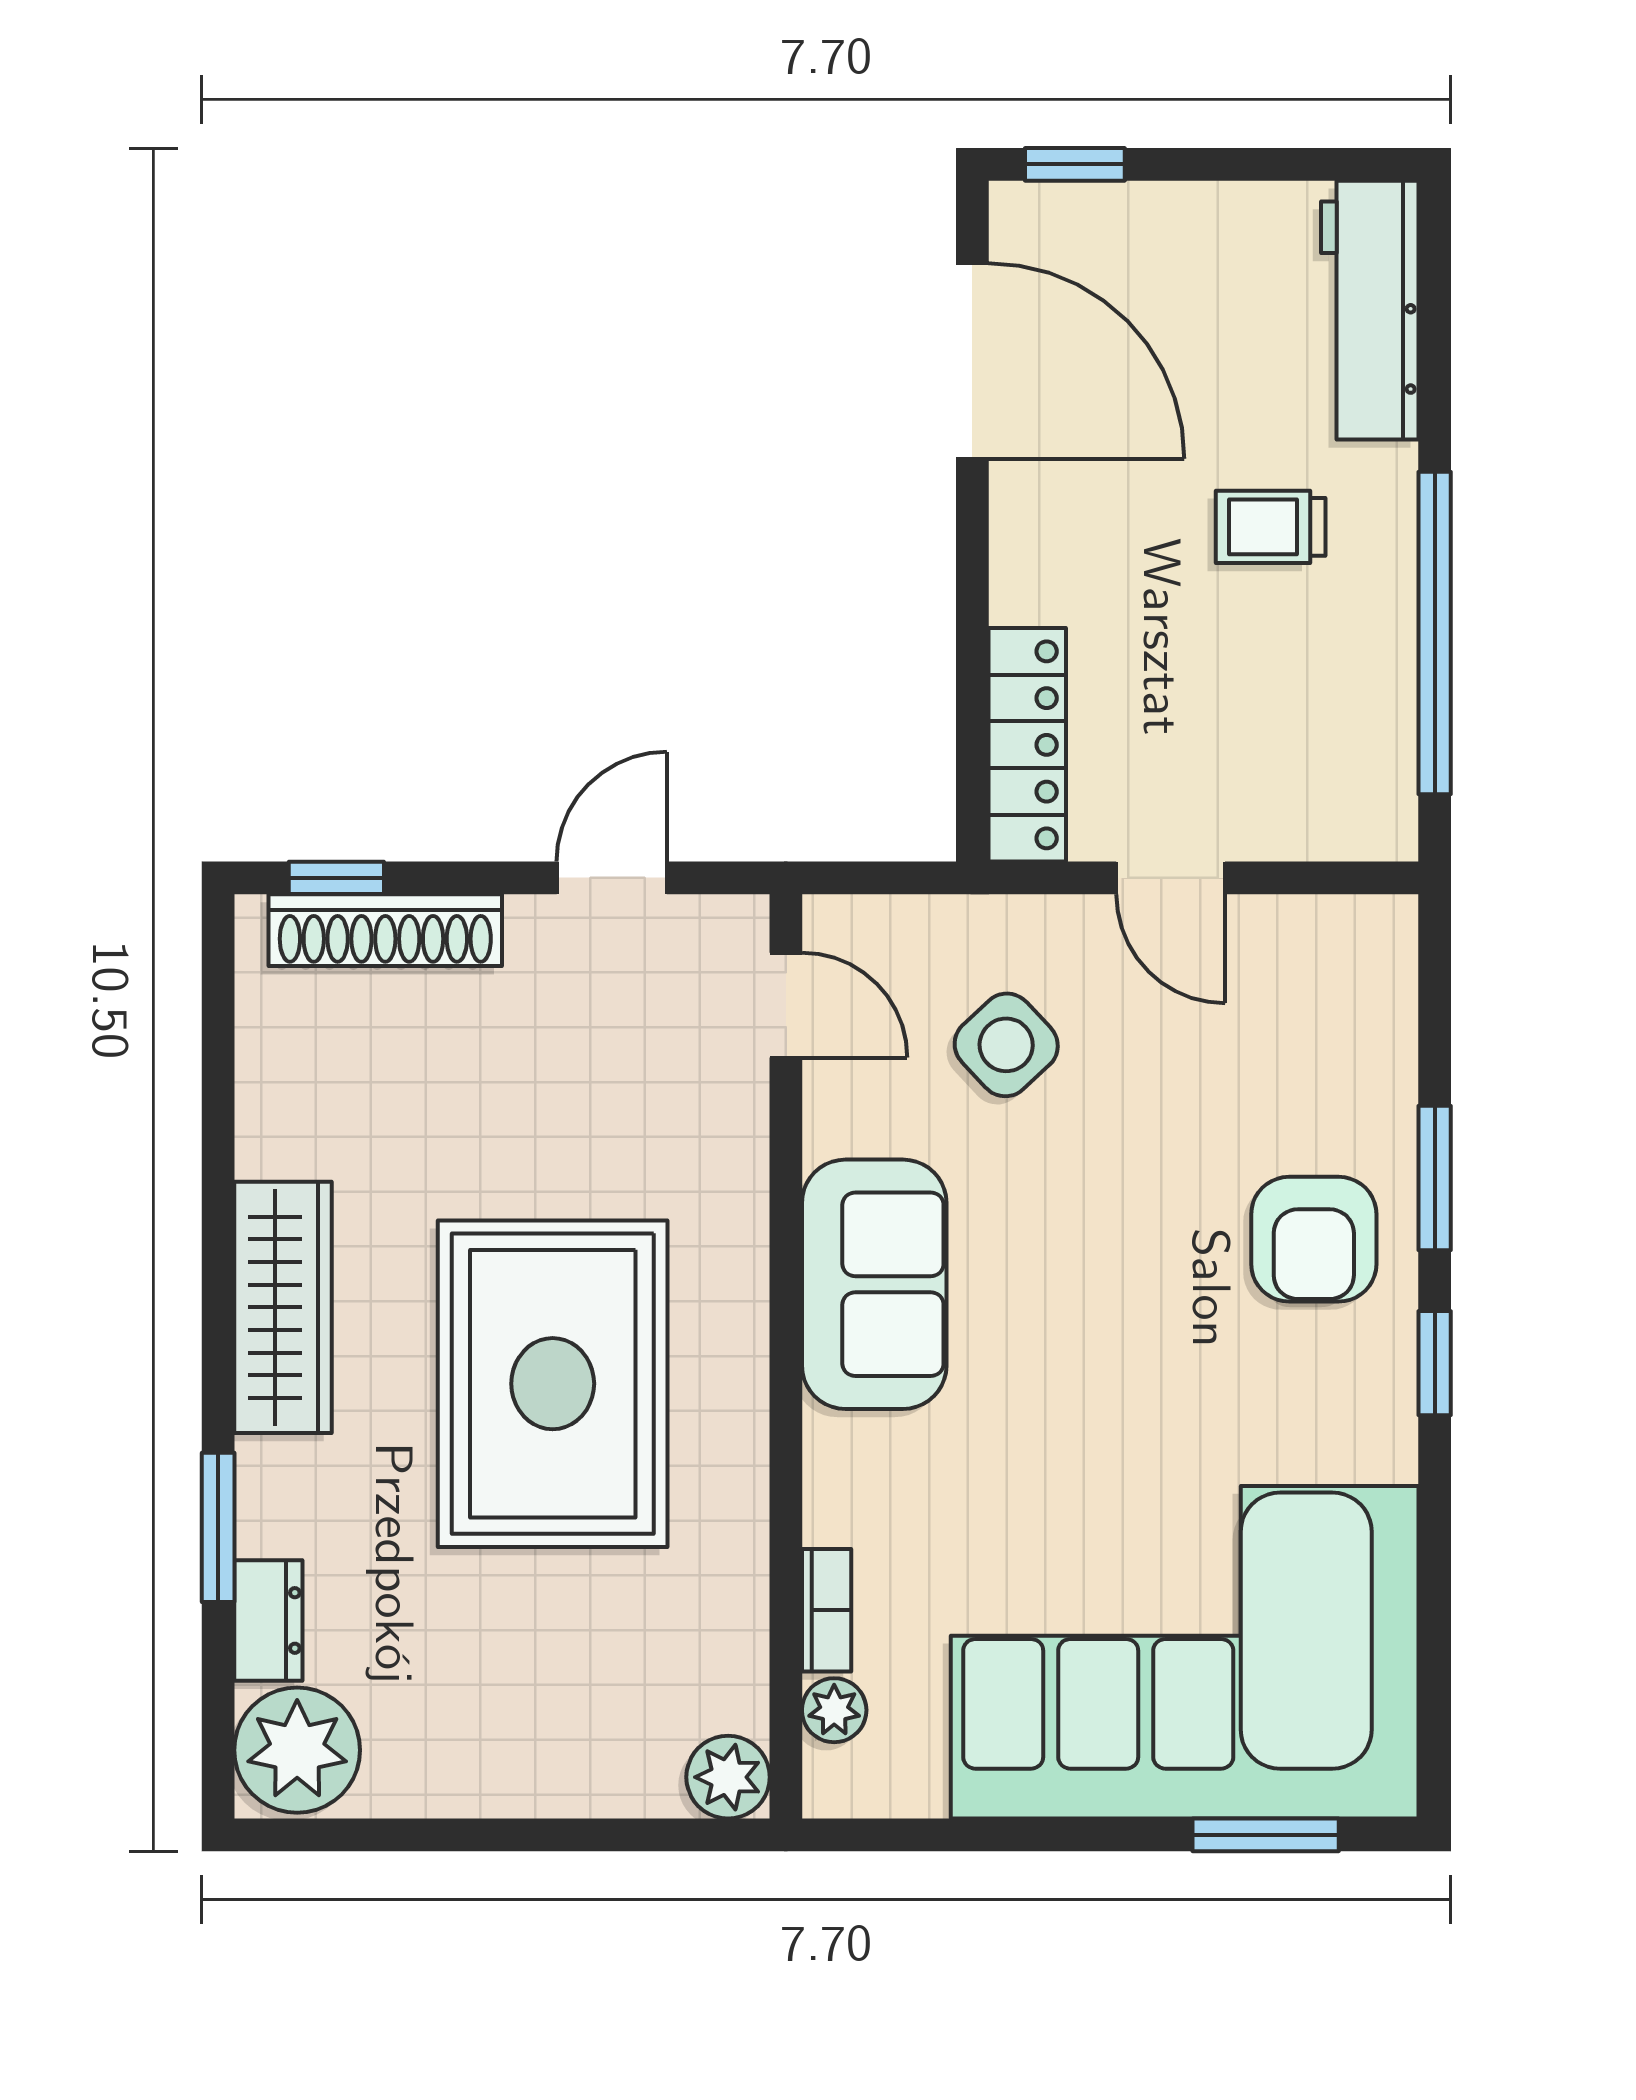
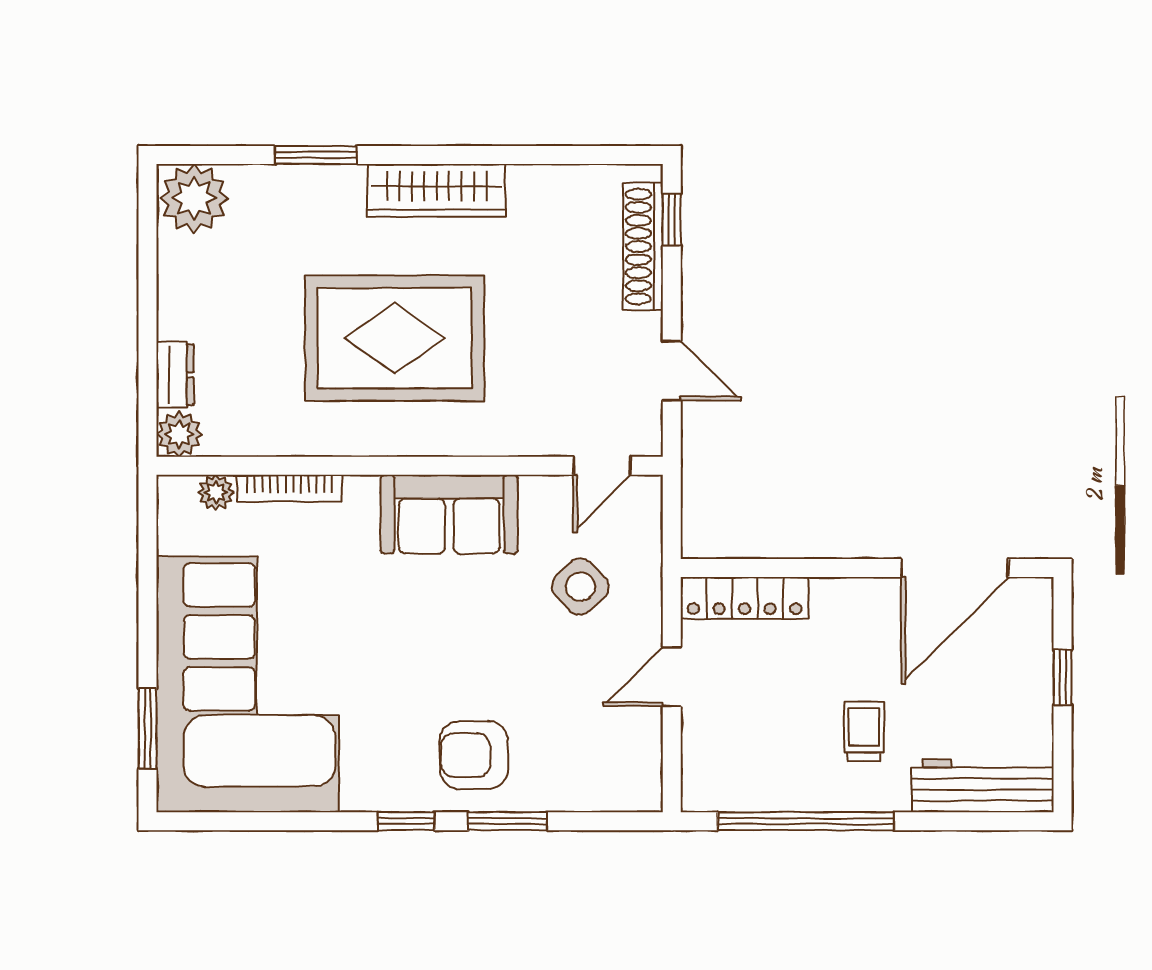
window: (1075, 164) -> (1063, 678), moved
bookcase: (827, 1610) -> (289, 488), width x1.56
dresser: (268, 1620) -> (175, 375), moved, turned -90

